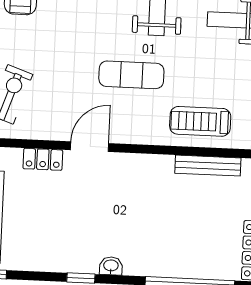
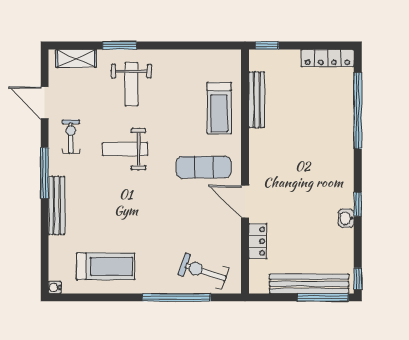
exercise mat: (131, 75) -> (204, 167), moved, turned 90
washbasin: (111, 266) -> (346, 218), moved

